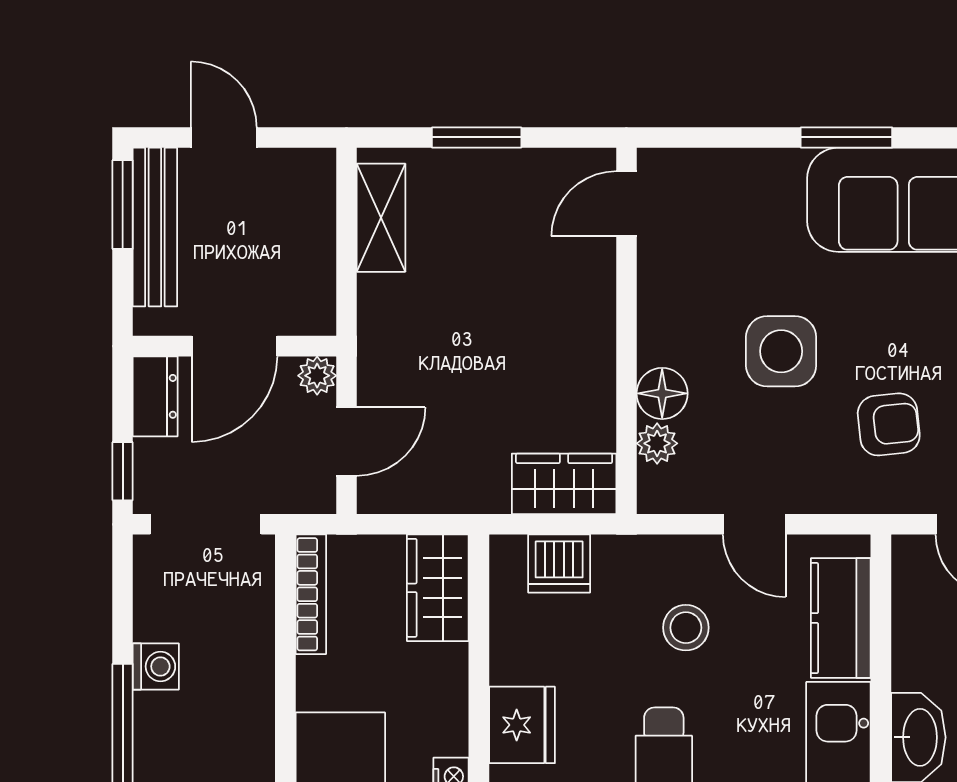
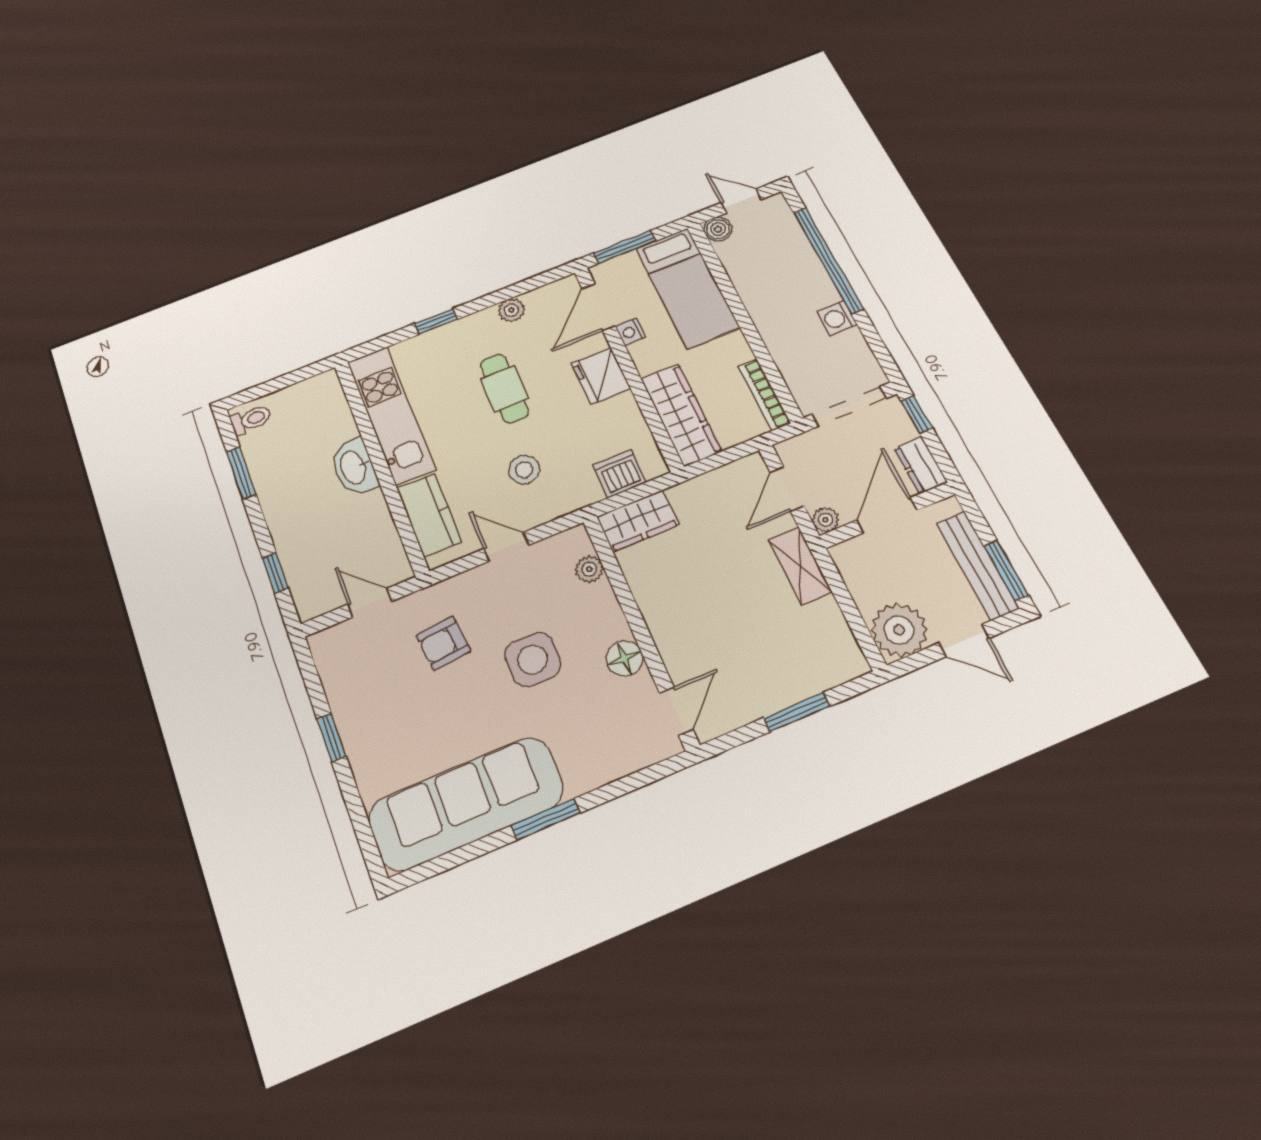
plant: (298, 186) -> (899, 630), added
shelving: (381, 218) -> (800, 566), moved
floor lamp: (662, 393) -> (625, 659), moved
wardrobe: (438, 588) -> (681, 415), width x1.50

